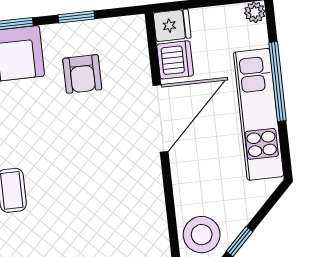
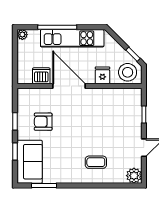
fridge: (172, 25) -> (102, 75), moved
armchair: (82, 74) -> (43, 122), turned 180

